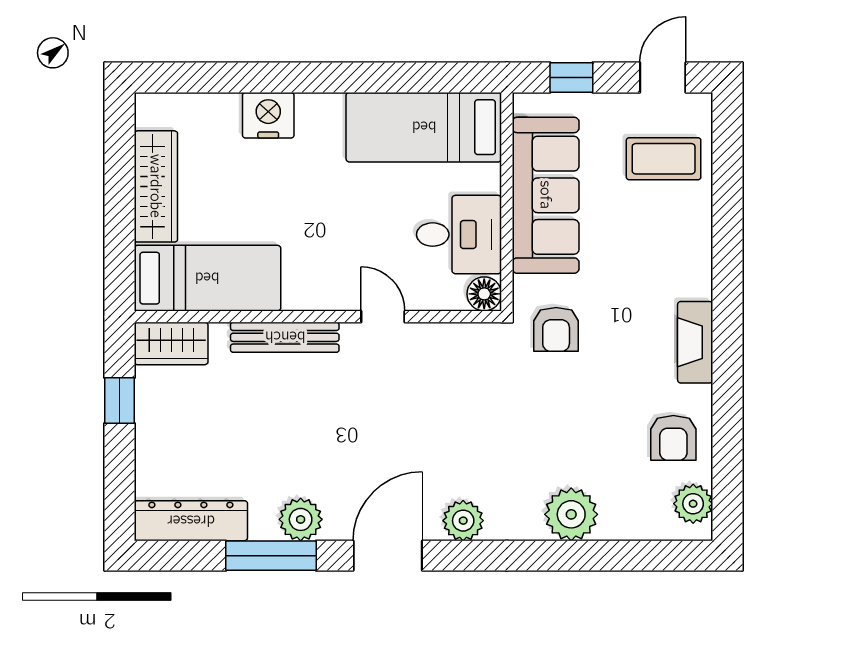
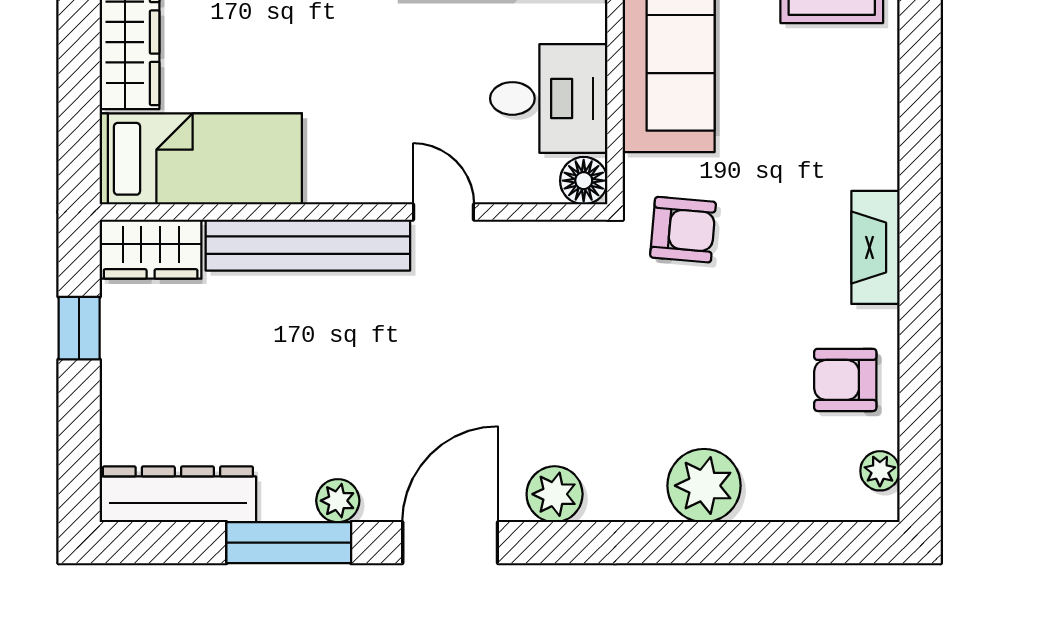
armchair: (556, 329) -> (683, 230), turned -85
bench: (285, 337) -> (308, 245), width x1.37, depth x1.21
armchair: (673, 438) -> (845, 380), turned 90
plant: (693, 504) -> (880, 471), width x0.73, depth x0.73
plant: (301, 519) -> (338, 501), width x0.73, depth x0.73

